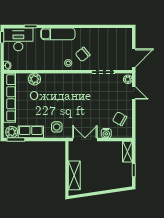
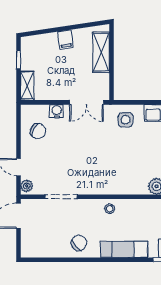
chair: (83, 54) -> (79, 243), moved
filing cabinet: (100, 185) -> (65, 39), added

